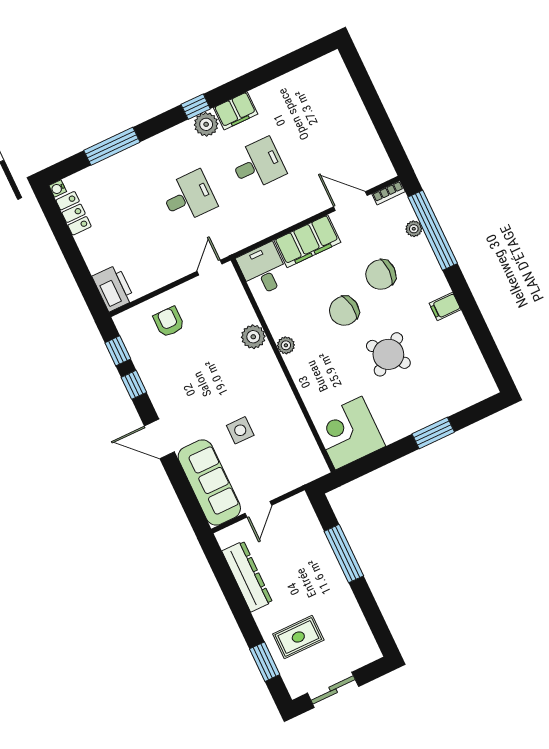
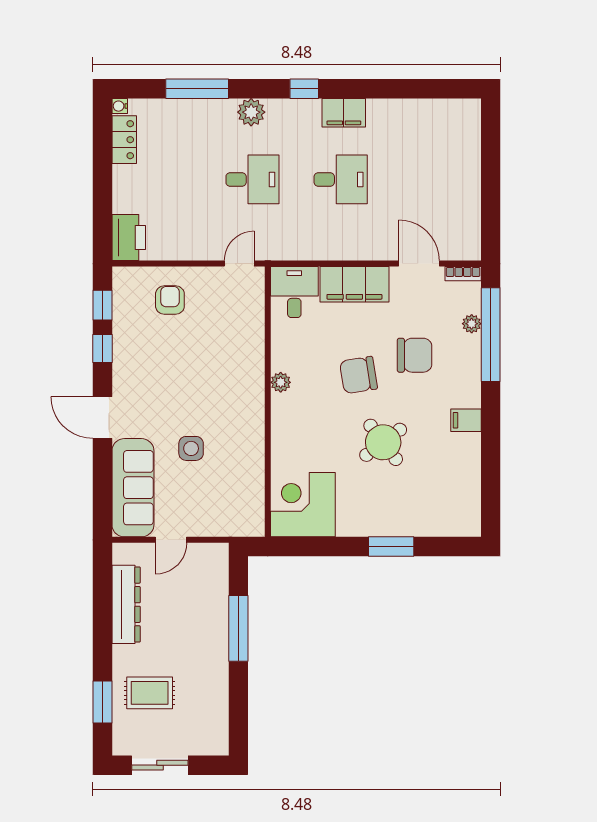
plant: (206, 124) -> (251, 112), moved
chair: (381, 275) -> (415, 355), turned 180
plant: (253, 337) -> (251, 357), removed

